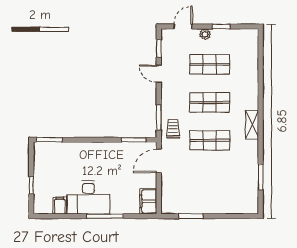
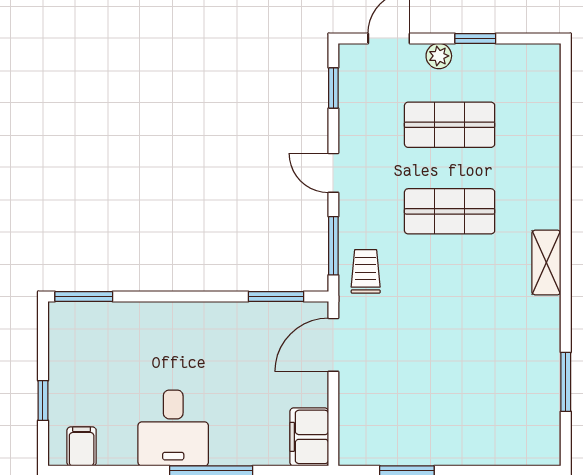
door: (159, 74) -> (333, 173), moved
shop shelf: (210, 140) -> (450, 298), removed
desk: (88, 197) -> (173, 428), width x0.73
filing cabinet: (60, 205) -> (82, 446), moved

